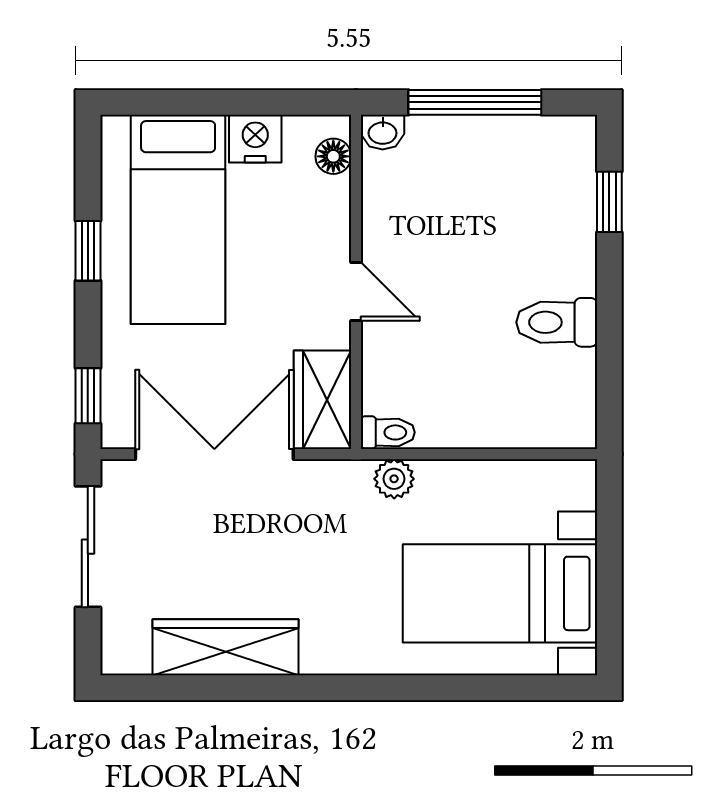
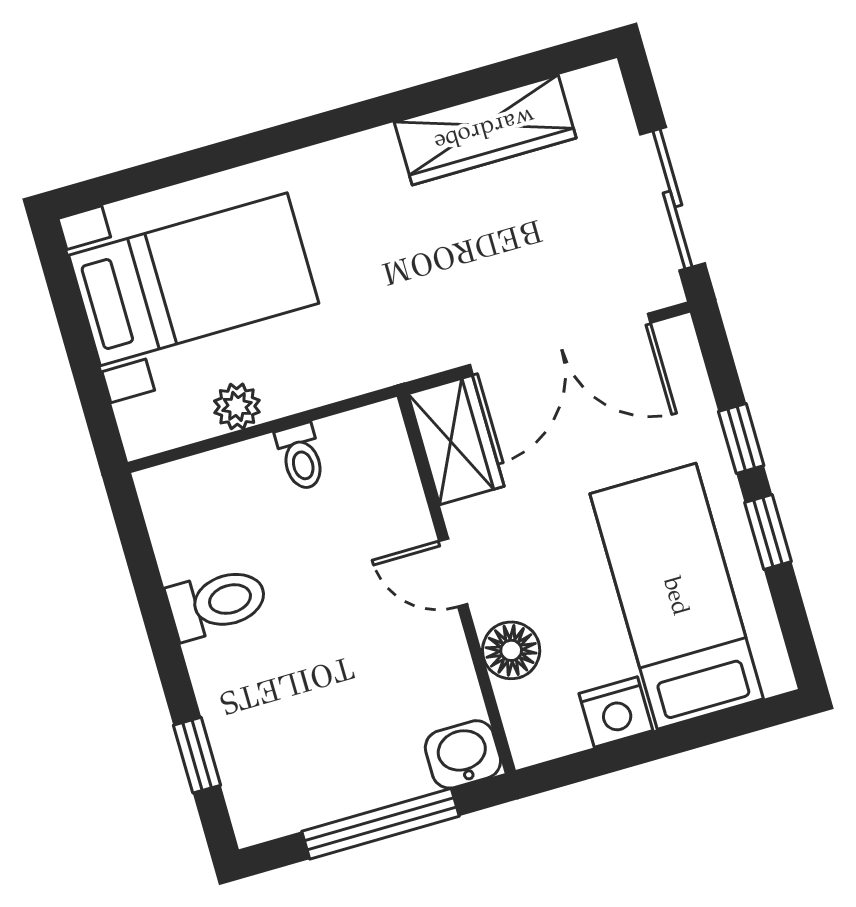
washbasin: (383, 132) -> (463, 754), width x1.38, depth x1.45
floor lamp: (333, 156) -> (511, 650), moved, width x1.37, depth x1.37
window: (88, 396) -> (741, 438), moved
toilet: (388, 432) -> (301, 457), moved, turned -90
plant: (394, 479) -> (237, 406), moved

